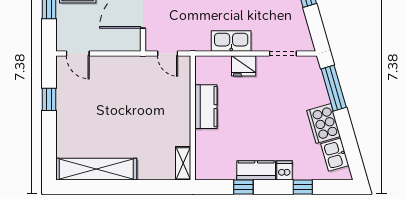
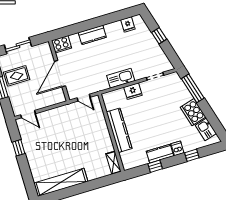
kitchen counter: (206, 107) -> (119, 130), width x1.50

